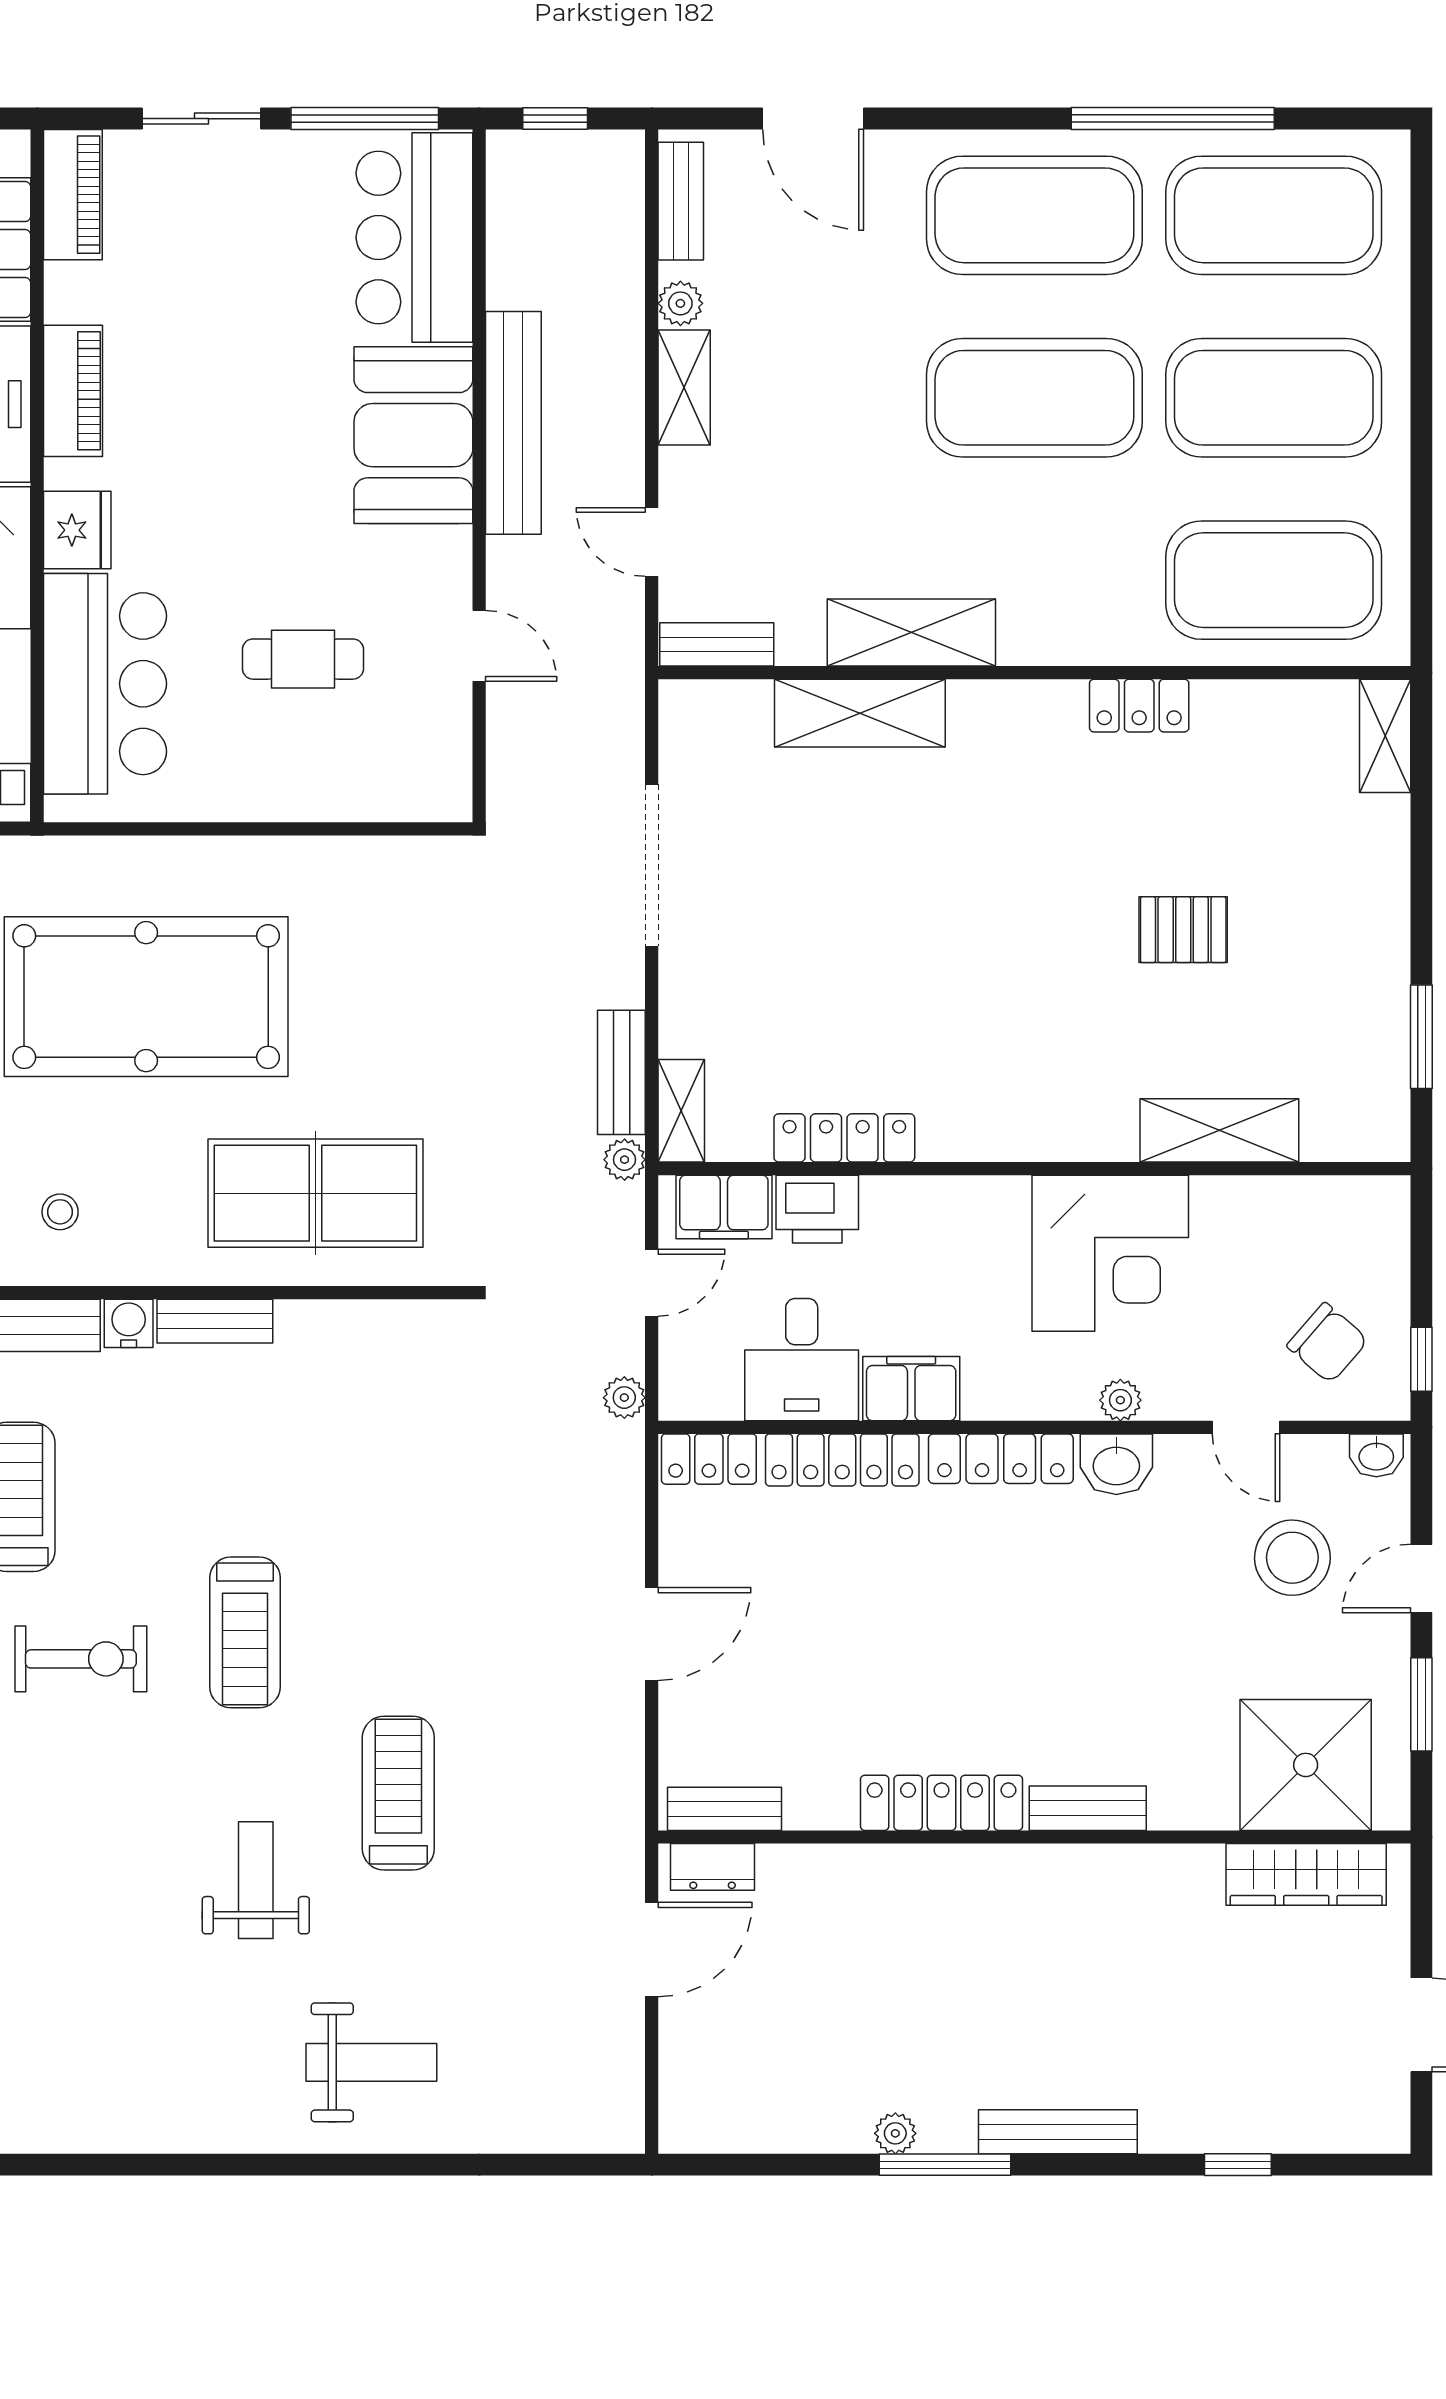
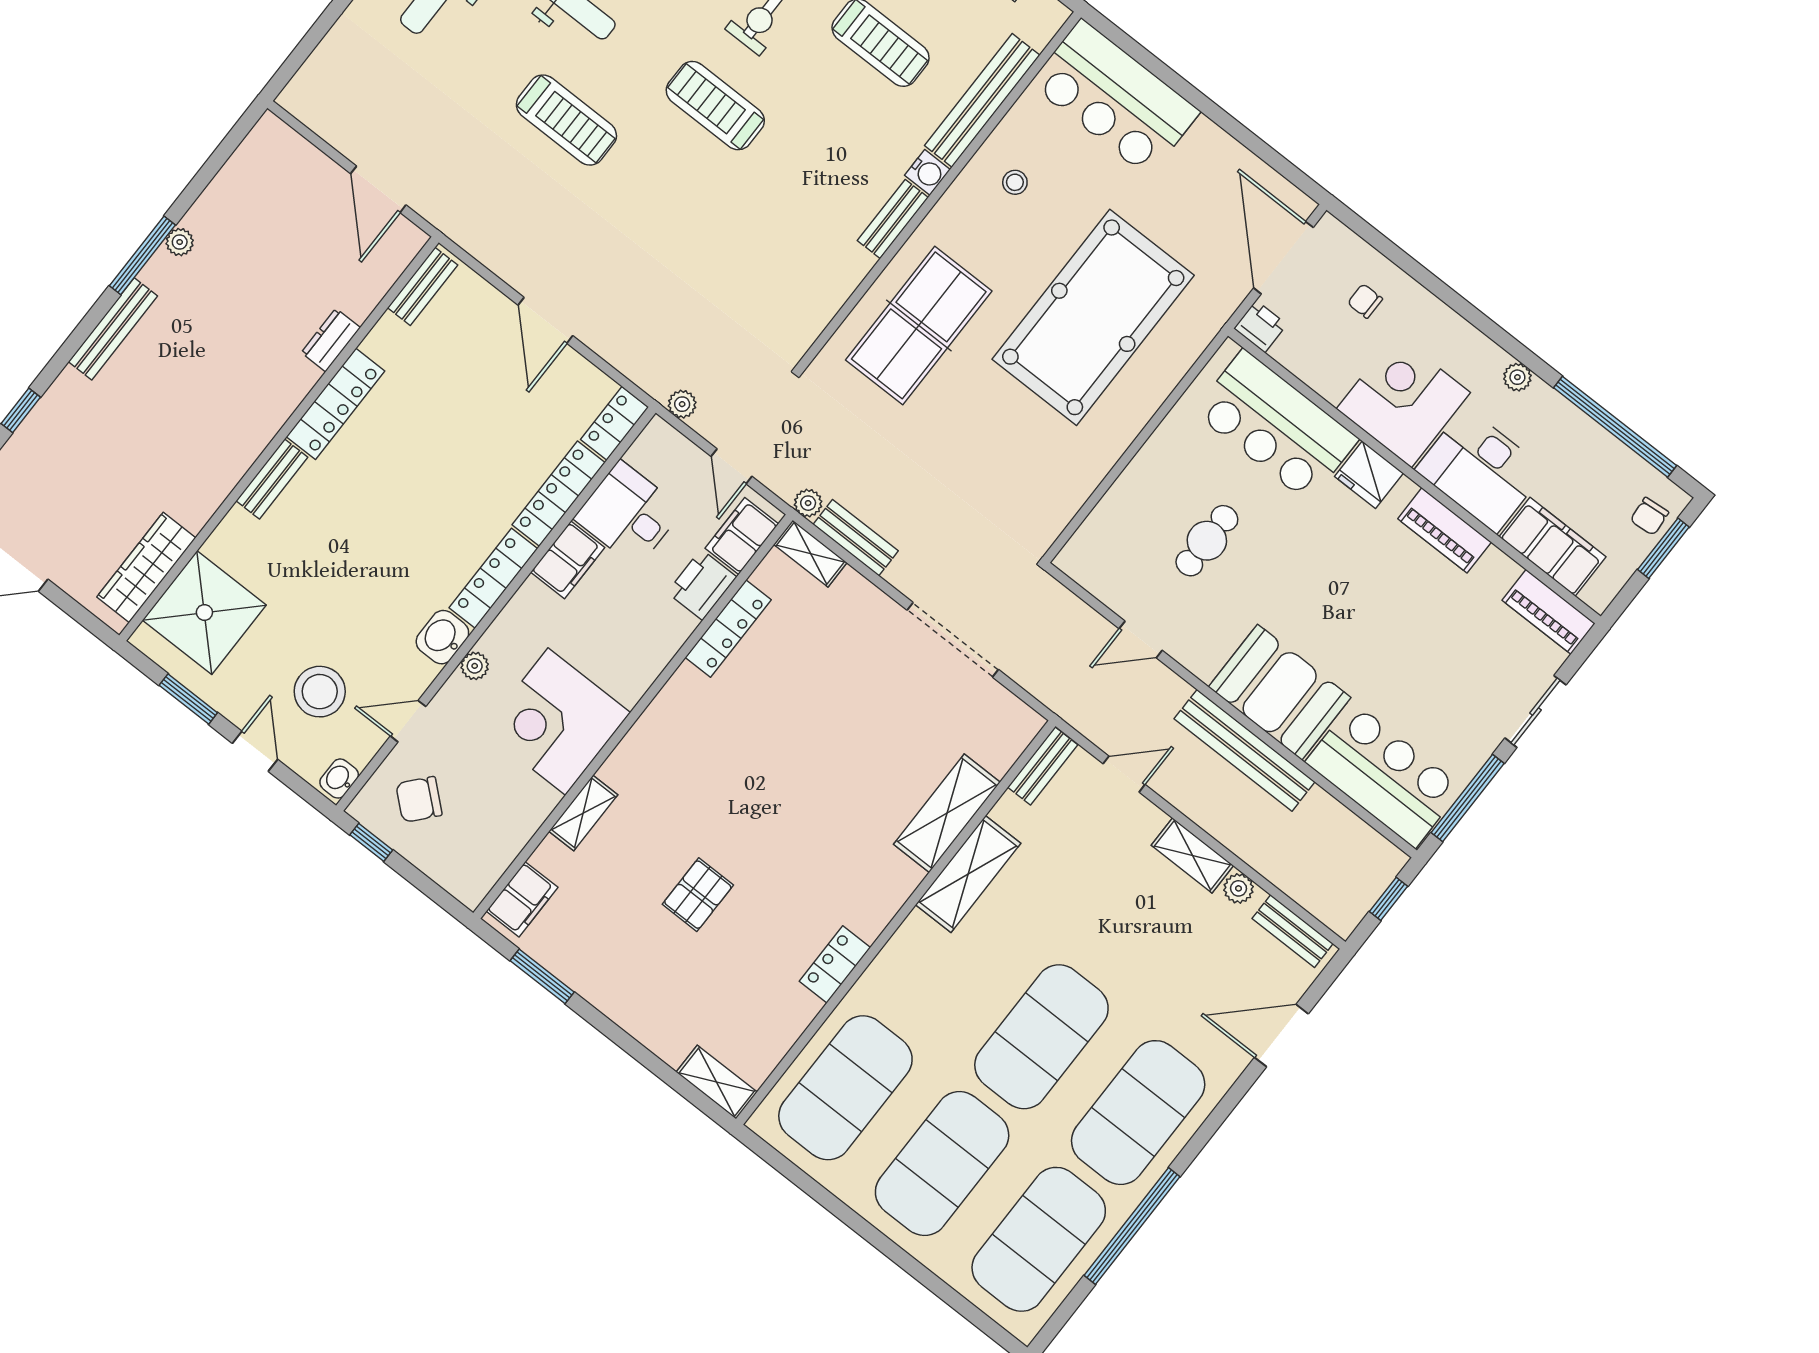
shelving: (1219, 1130) -> (583, 813), width x0.67, depth x0.75
filing cabinet: (1350, 1131) -> (522, 899), added
dresser: (713, 1867) -> (331, 340), moved

